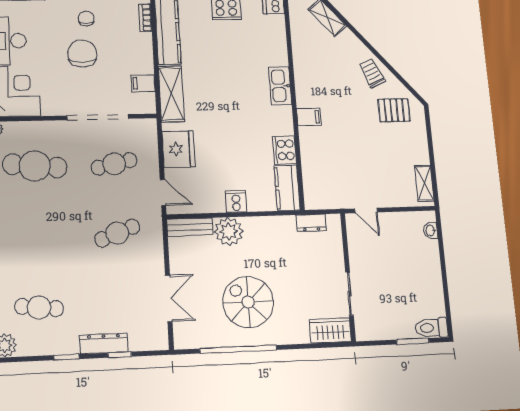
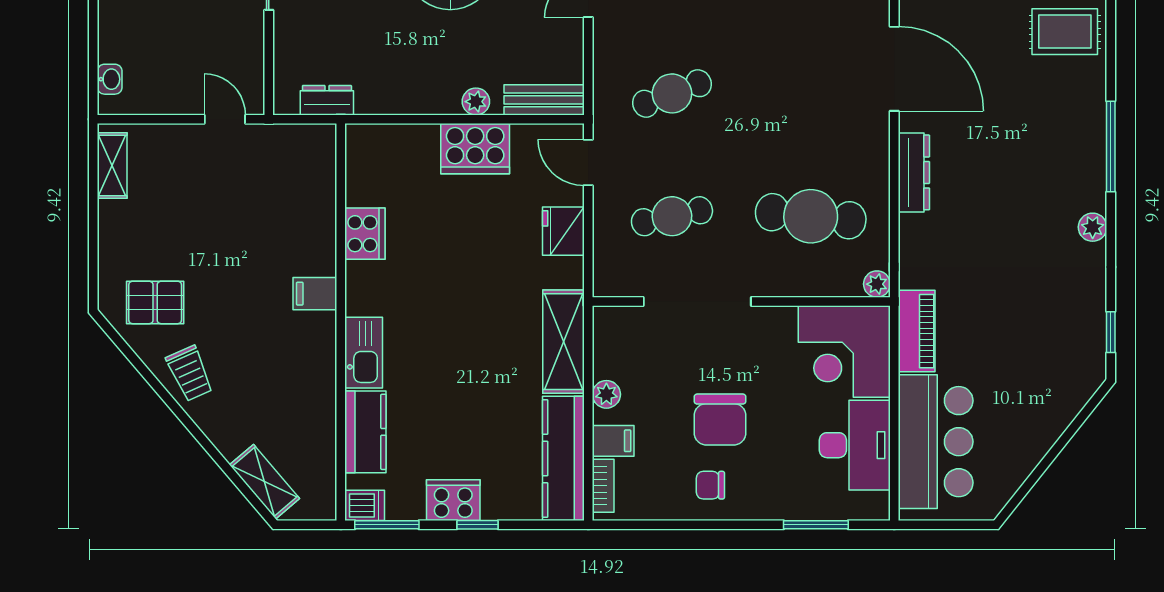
chair: (86, 18) -> (710, 485), turned 90
plant: (146, 66) -> (606, 394), added
filing cabinet: (143, 83) -> (613, 441), moved
fridge: (178, 149) -> (563, 231), width x0.73, depth x0.75
kitchen counter: (287, 188) -> (365, 432), moved
cooker: (236, 201) -> (475, 149), width x1.87, depth x1.31
plant: (229, 232) -> (476, 102), width x0.53, depth x0.53

